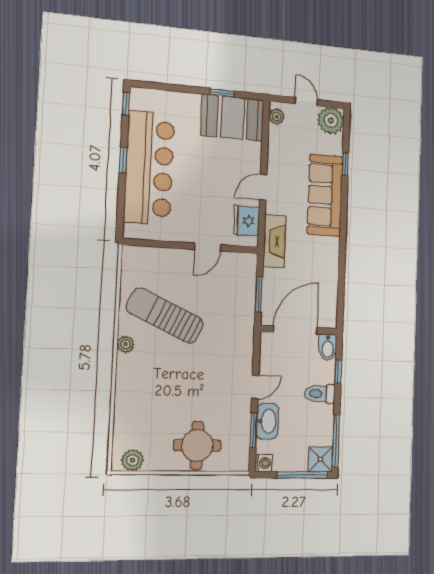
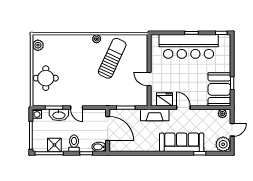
shower: (320, 459) -> (54, 145), moved

